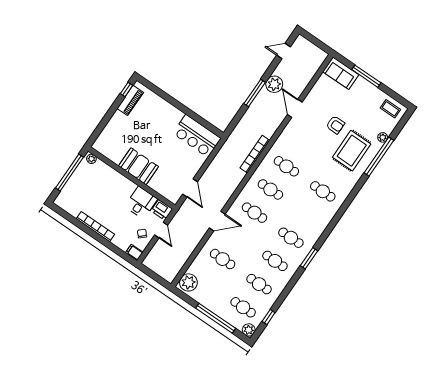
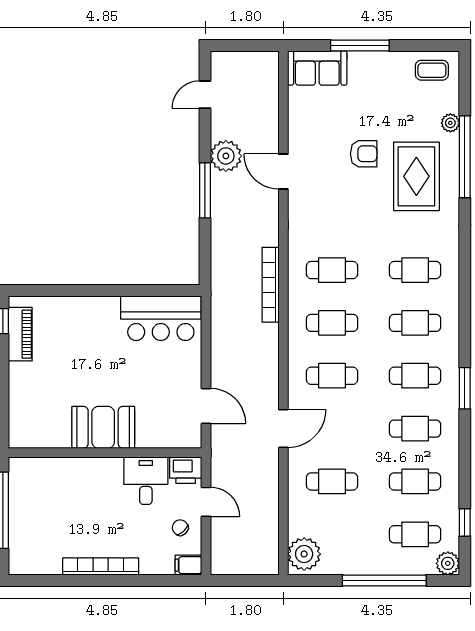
plant: (91, 159) -> (22, 466), removed
cafe table: (307, 215) -> (415, 323), added

